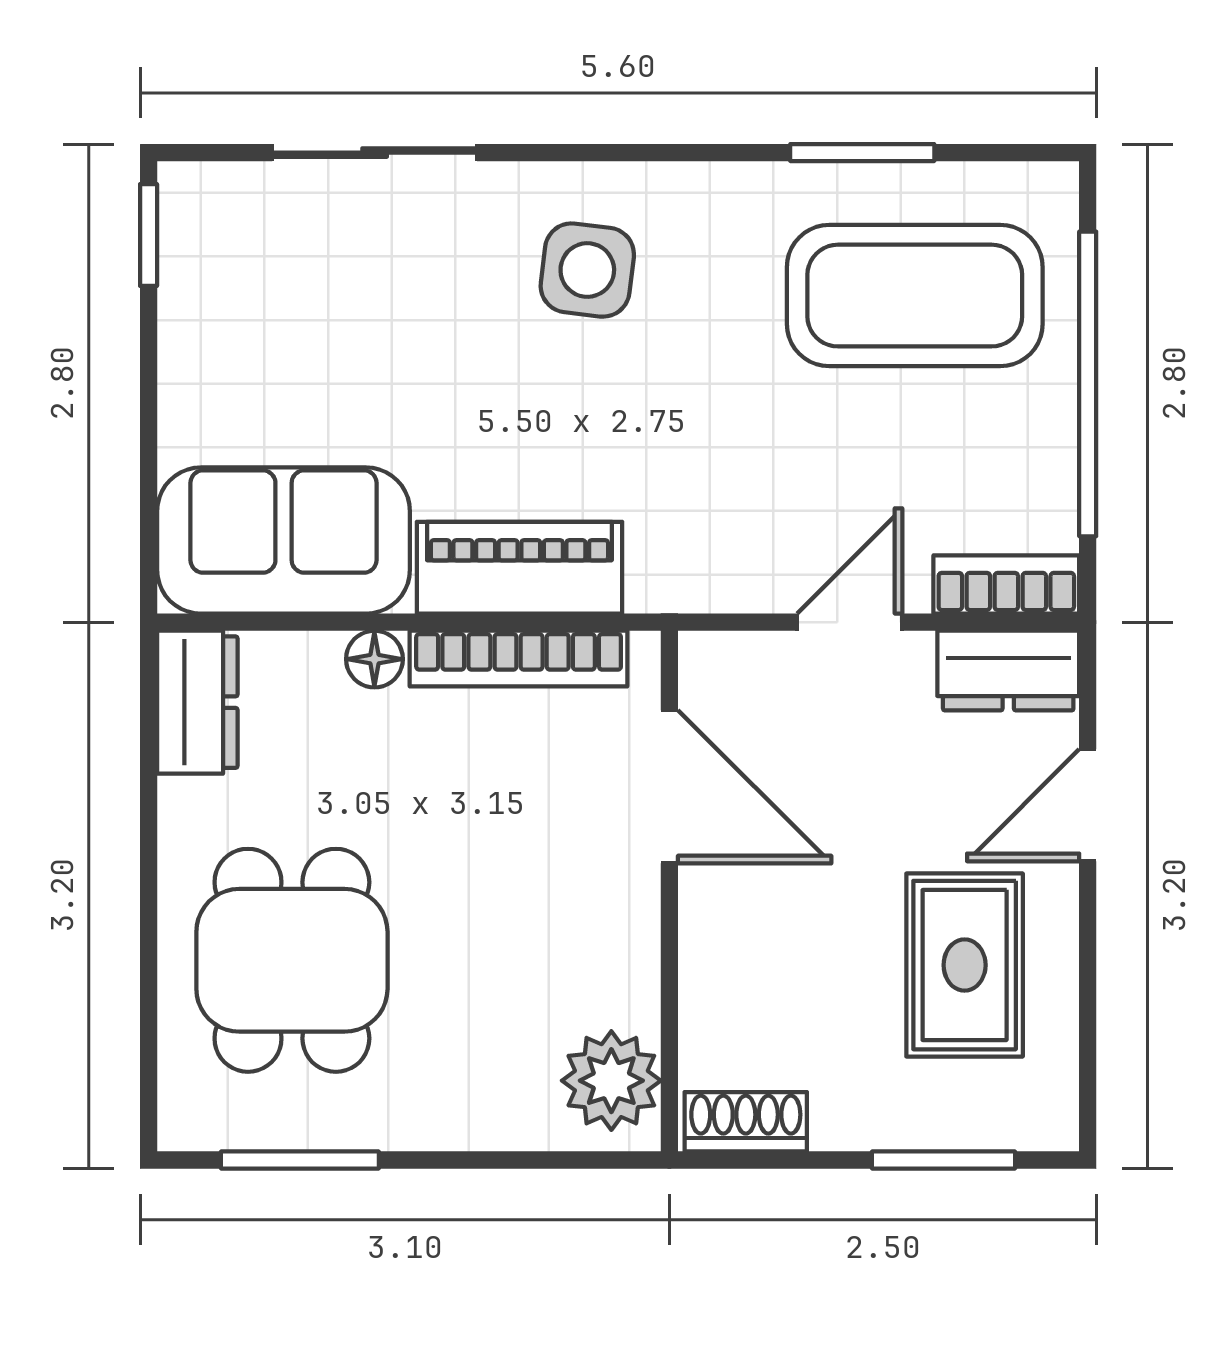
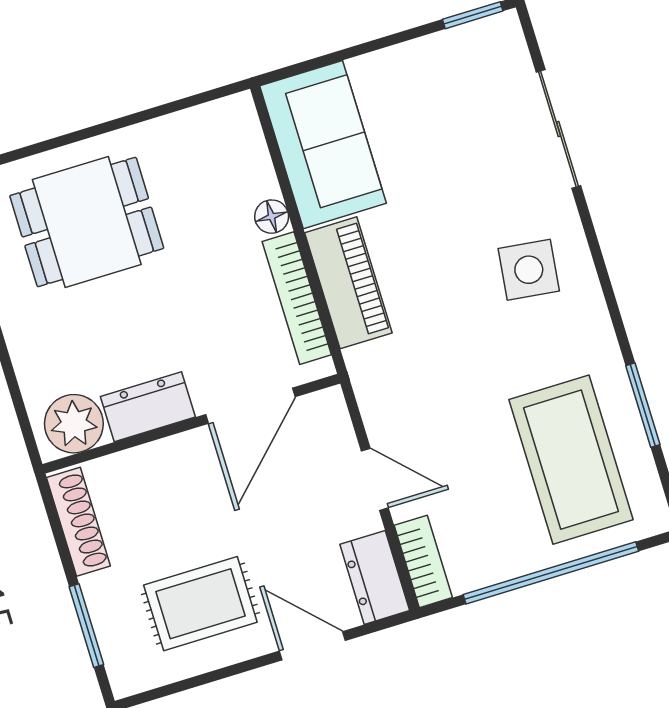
dresser: (197, 702) -> (148, 407), moved, turned 180
shoe rack: (746, 1122) -> (78, 522), width x1.43

